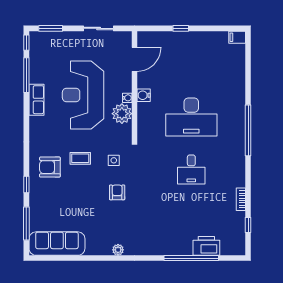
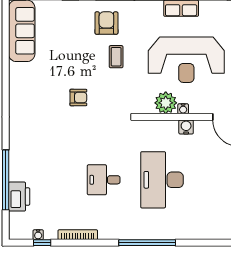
reception desk: (83, 95) -> (186, 60), turned 180
side table: (114, 160) -> (114, 94), removed
bookcase: (241, 199) -> (78, 235), width x1.56
water cooler: (241, 229) -> (38, 235), added
plant: (118, 250) -> (15, 99), removed

